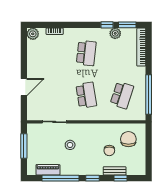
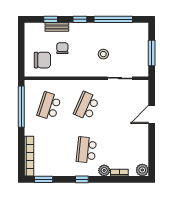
window: (107, 25) -> (82, 179), moved
plant: (115, 33) -> (104, 170), moved
school desk: (86, 95) -> (86, 106), turned 33
chair: (128, 139) -> (42, 60), turned -90
piano: (48, 170) -> (126, 28), removed

